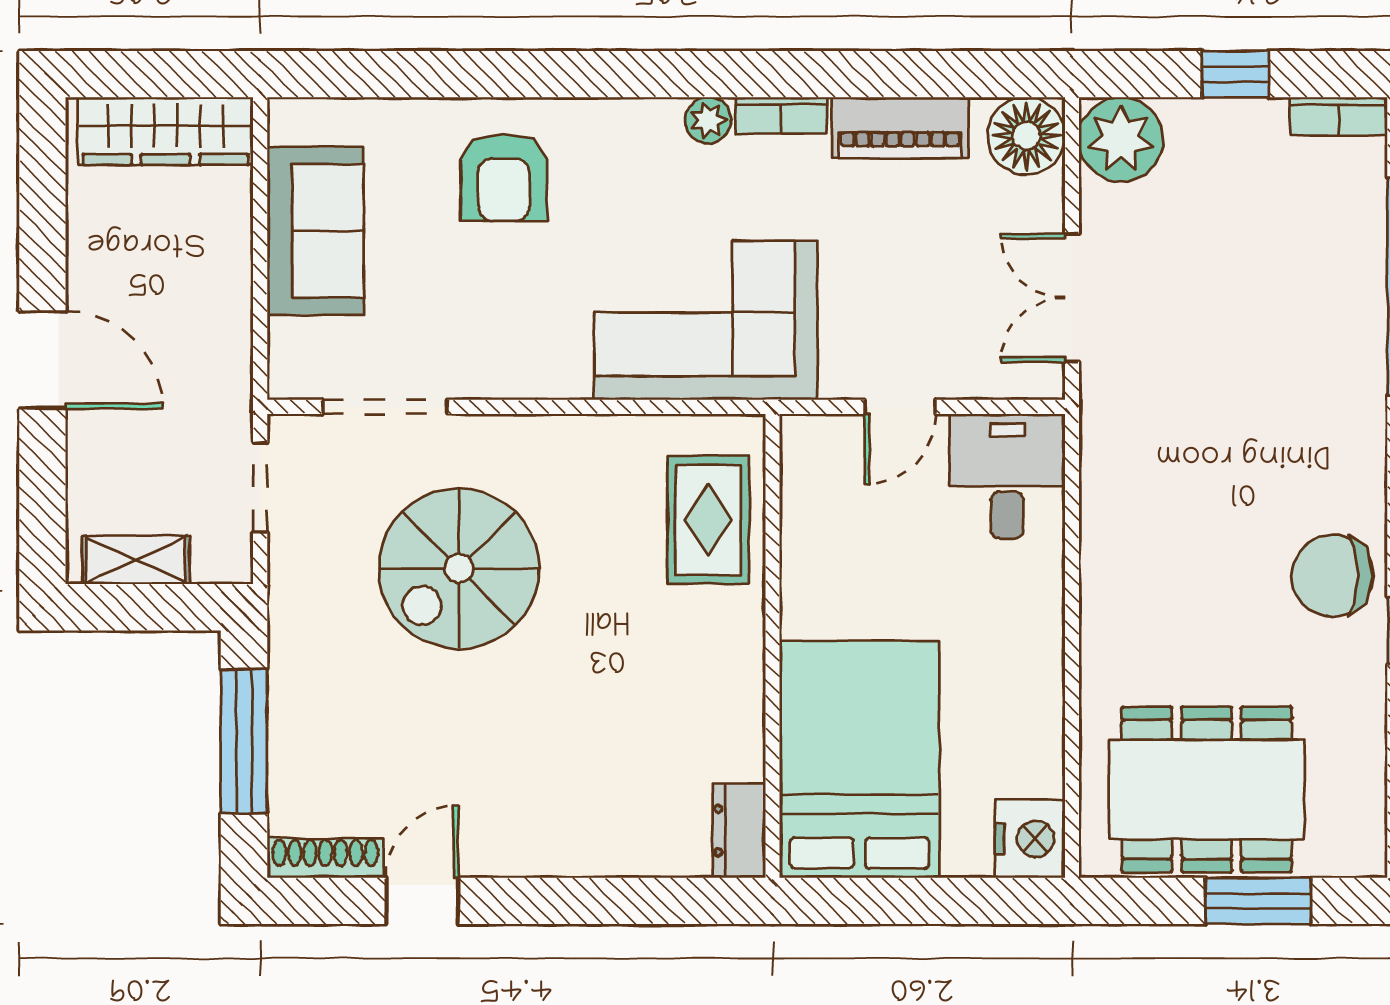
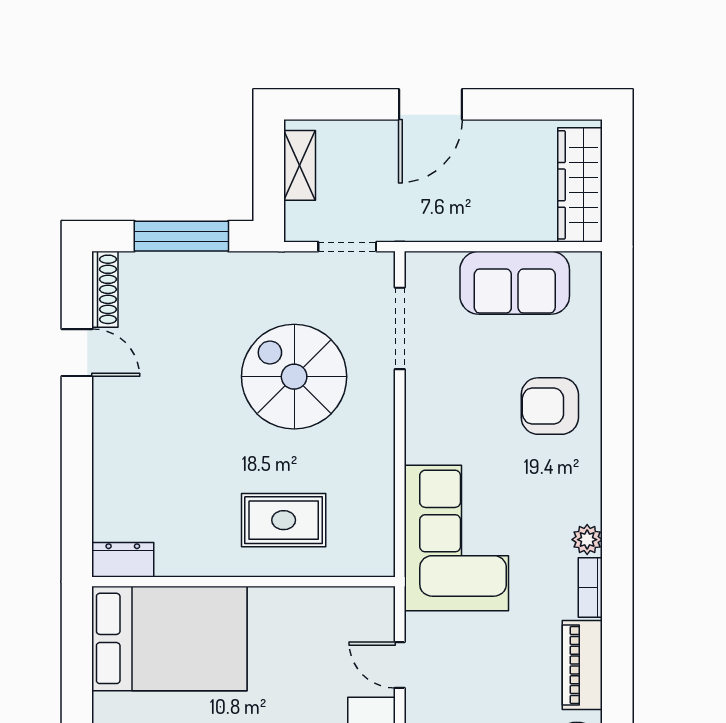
rug: (708, 520) -> (284, 520), moved

